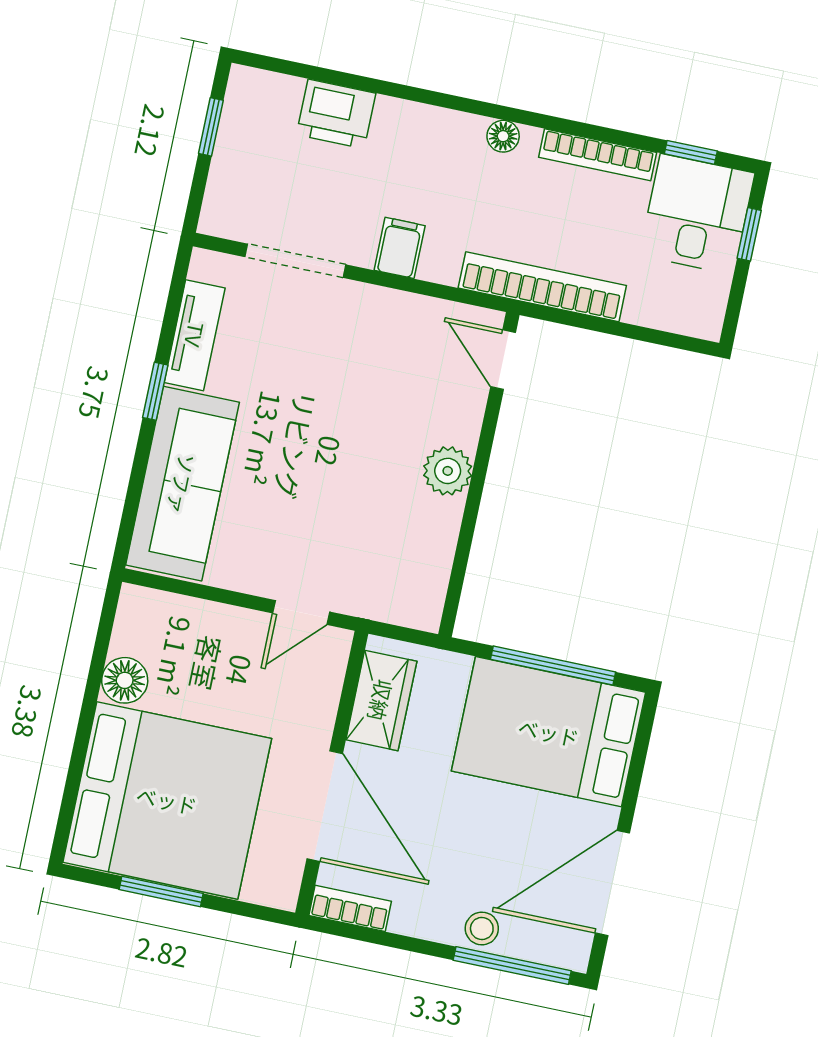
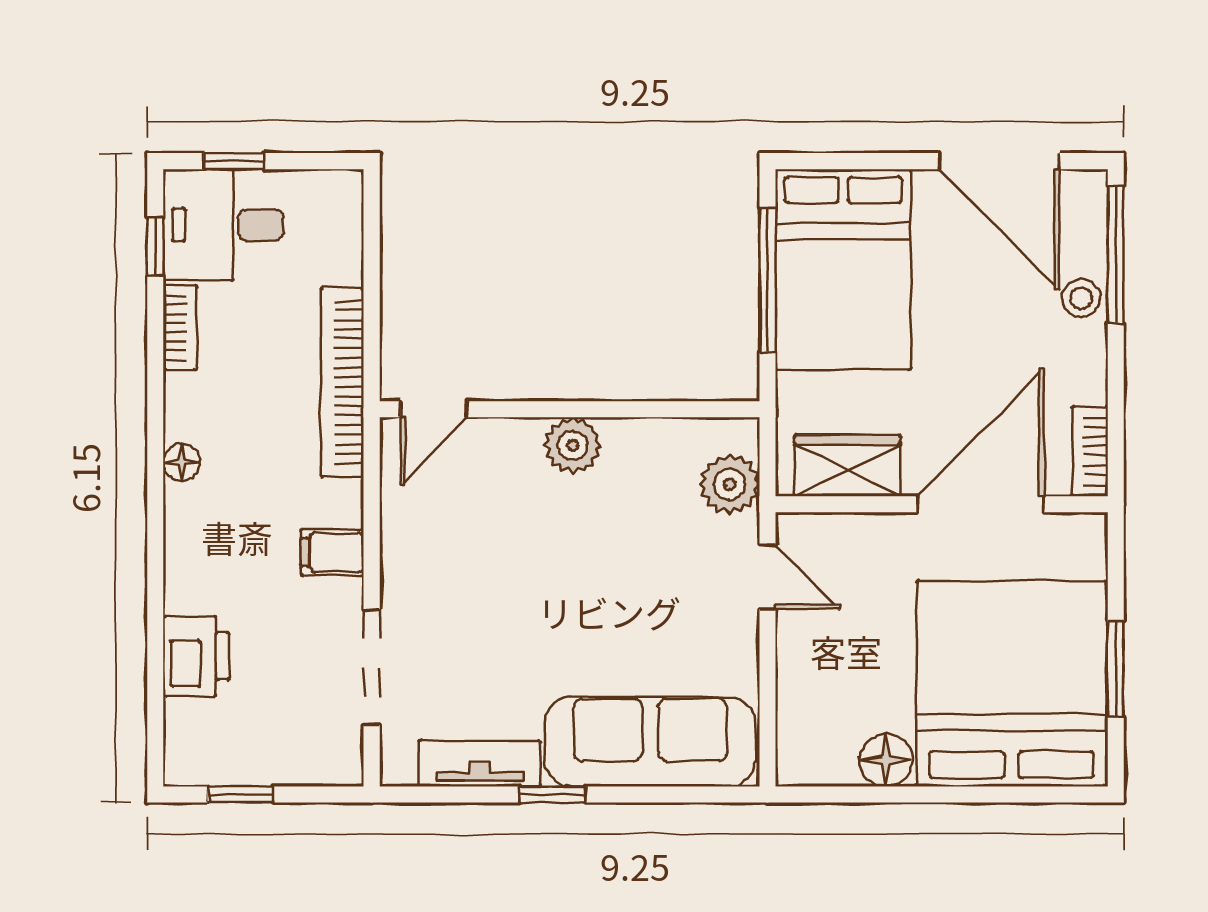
bookcase: (598, 155) -> (180, 327), width x0.64
plant: (386, 597) -> (729, 484), added

